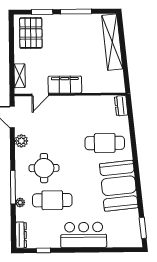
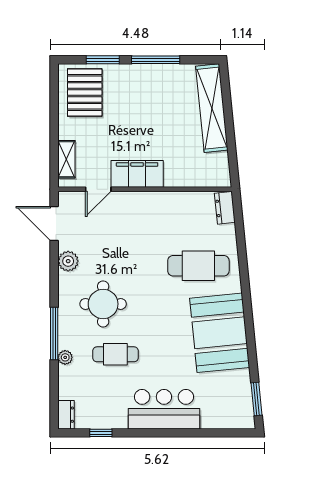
cafe table: (52, 200) -> (115, 354), width x0.73, depth x0.74
dresser: (21, 235) -> (66, 415), width x0.70

